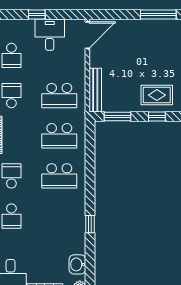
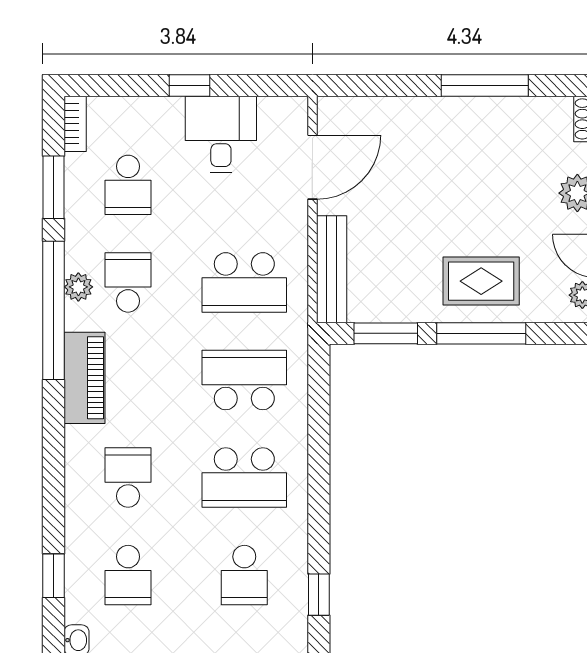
door: (87, 35) -> (312, 167), moved
window: (157, 117) -> (481, 333), width x2.17
school desk: (59, 136) -> (244, 380), turned 180
school desk: (59, 216) -> (244, 575), added

